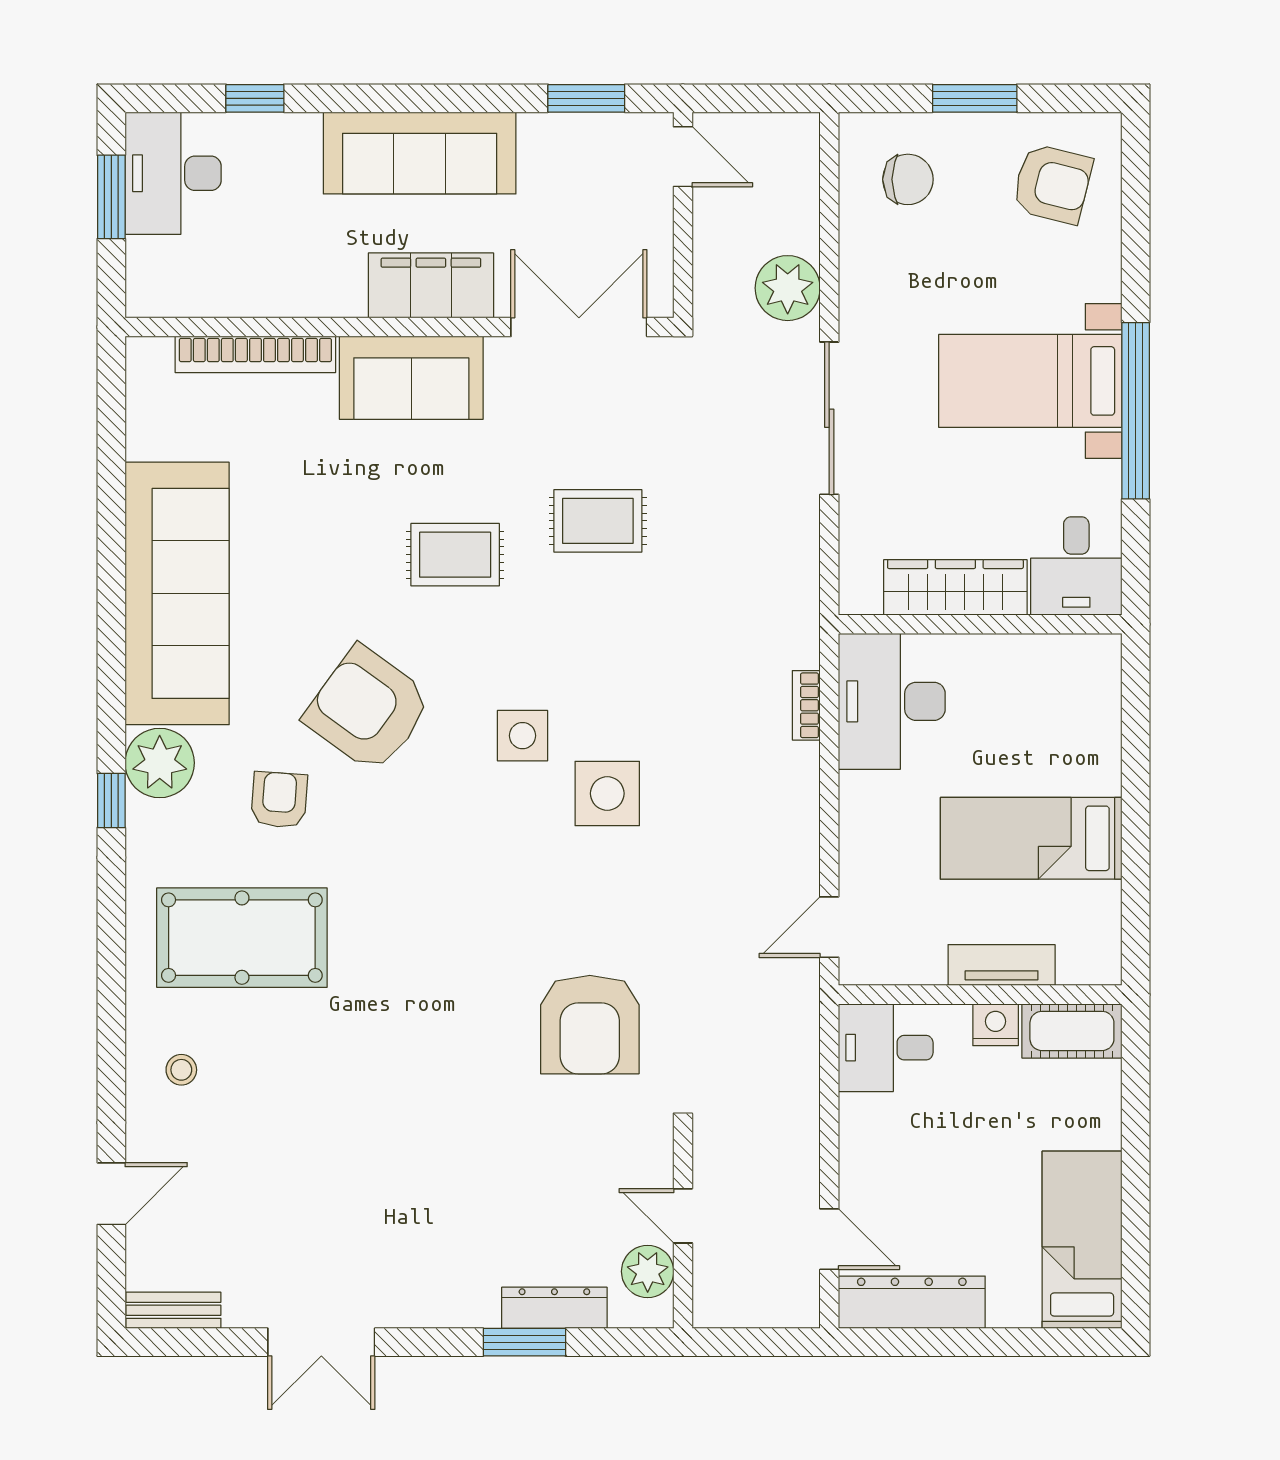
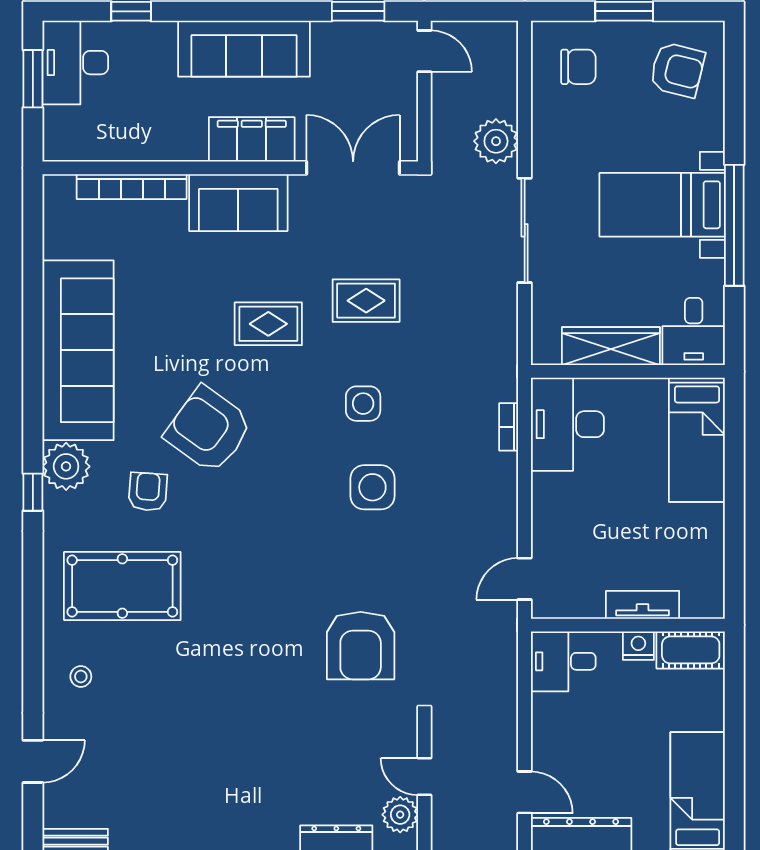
side table: (523, 736) -> (363, 404), moved
bed: (1031, 838) -> (697, 440), moved, turned -90

